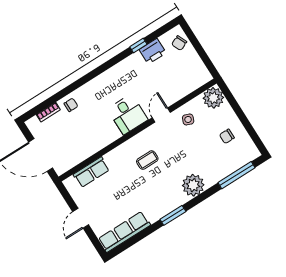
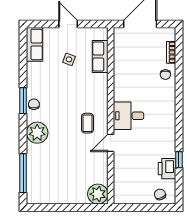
door: (161, 115) -> (111, 143), swing flipped
side table: (188, 119) -> (69, 59), moved
chair: (227, 136) -> (34, 104), moved
coffee table: (147, 160) -> (87, 123), moved
row of seats: (124, 232) -> (35, 44), width x0.68

